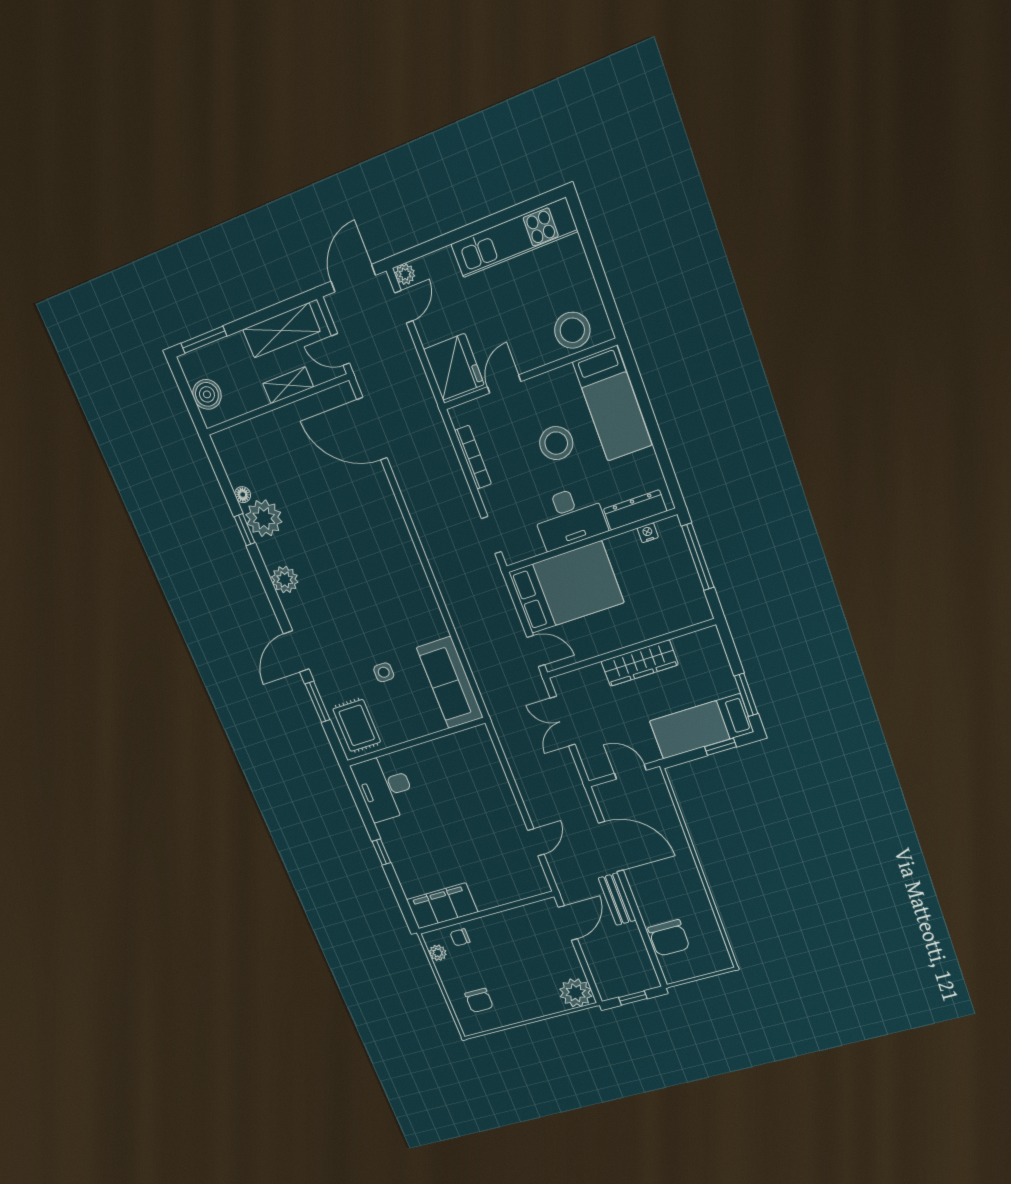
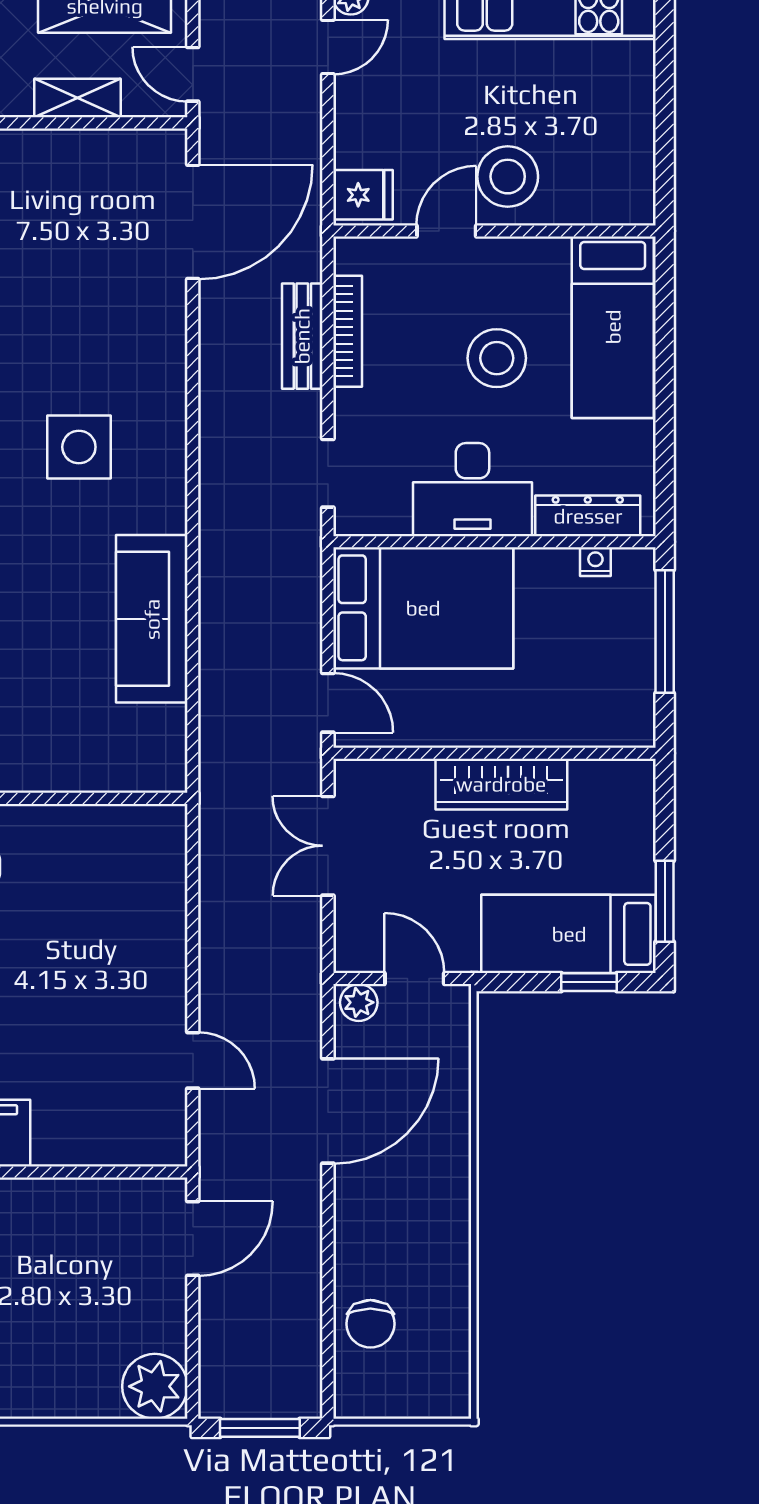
stool: (572, 330) -> (508, 177), moved
fridge: (454, 367) -> (363, 195), width x0.53, depth x0.75
door: (372, 429) -> (193, 222), swing flipped
side table: (384, 672) -> (79, 447), moved, width x1.87, depth x1.87
sofa: (450, 683) -> (152, 619), moved
plant: (607, 791) -> (359, 1002), added
door: (536, 842) -> (193, 1060), hinge flipped
door: (611, 847) -> (328, 1111), hinge flipped
bench: (617, 899) -> (302, 336), moved
chair: (669, 938) -> (370, 1324), width x0.73, depth x0.73
window: (633, 998) -> (260, 1428), width x1.50

